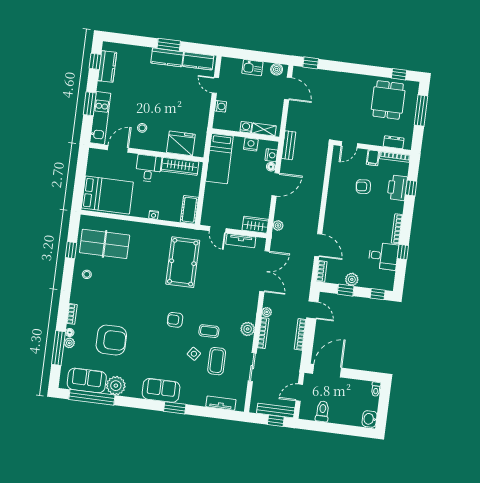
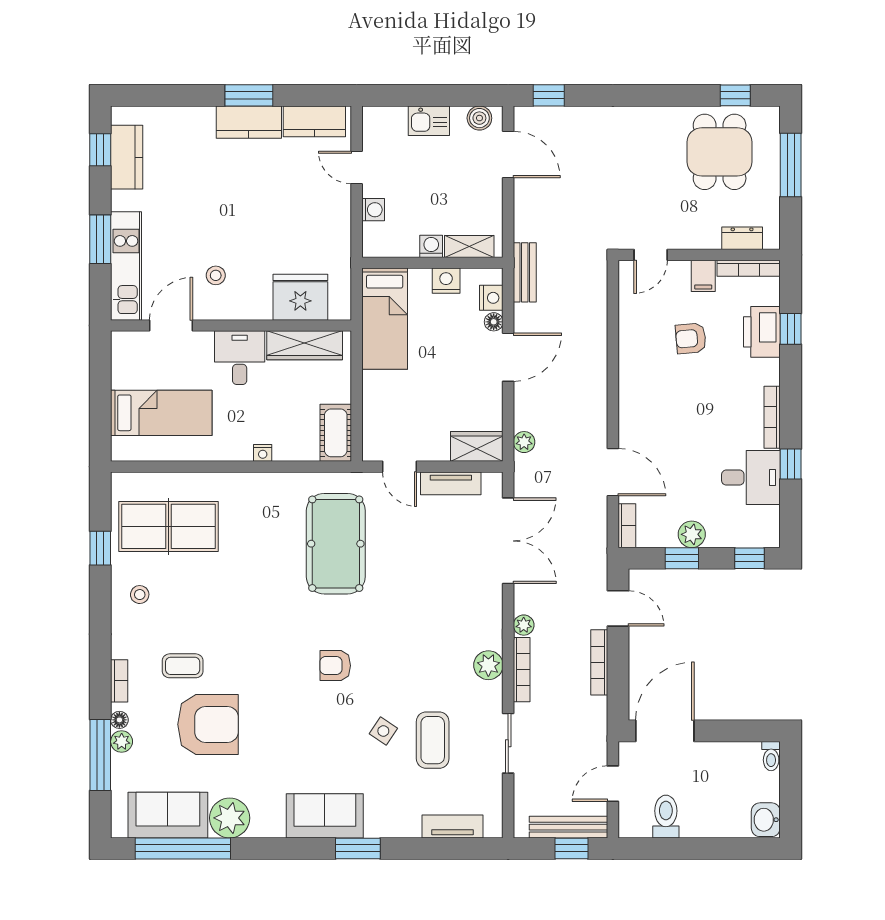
bed: (107, 195) -> (161, 413), width x0.67
coffee table: (209, 331) -> (183, 666), moved

